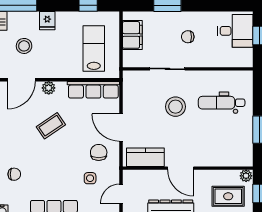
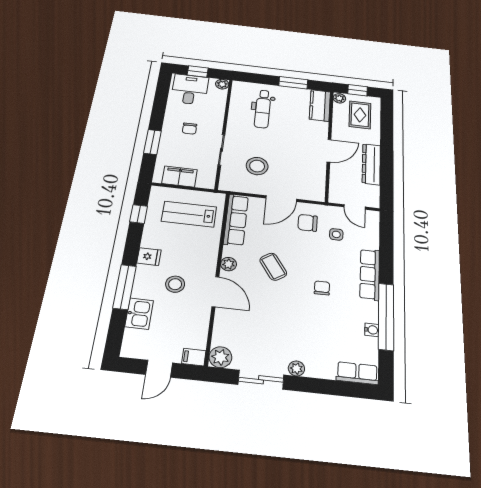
plant: (246, 61) -> (222, 84), added
stool: (176, 107) -> (257, 166), moved
kitchen counter: (145, 157) -> (320, 105), moved
chair: (14, 174) -> (322, 288), moved

